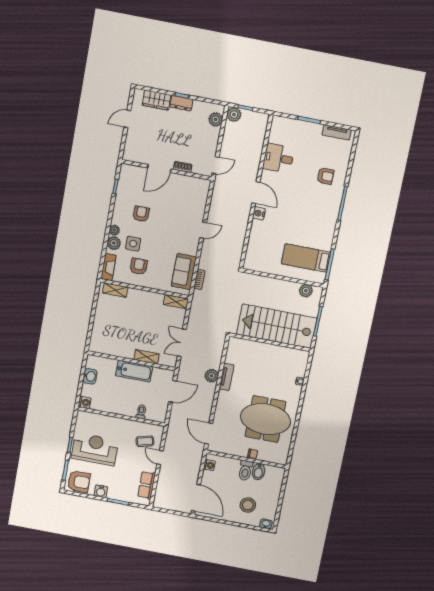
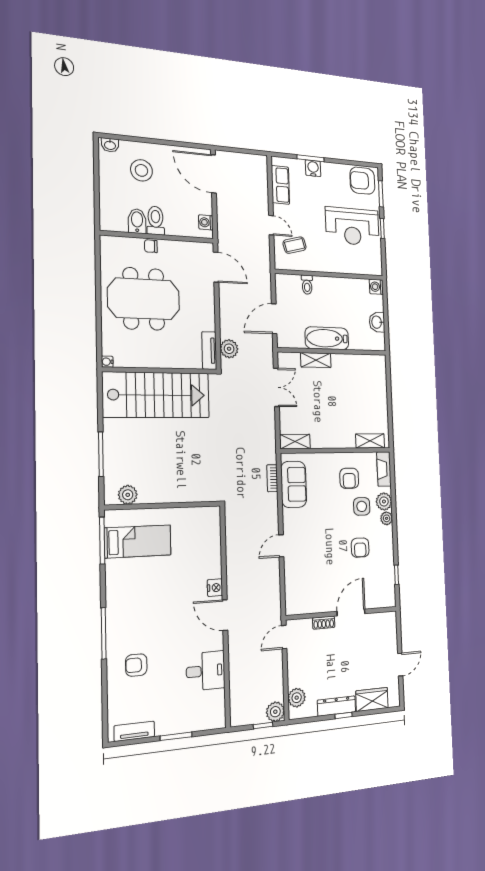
dresser: (181, 103) -> (336, 706), width x1.44
stairs: (277, 326) -> (156, 395), moved
wall: (270, 342) -> (160, 370), moved
water cooler: (101, 491) -> (313, 168), moved

